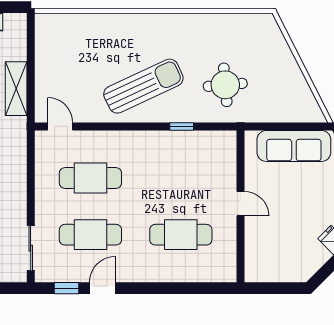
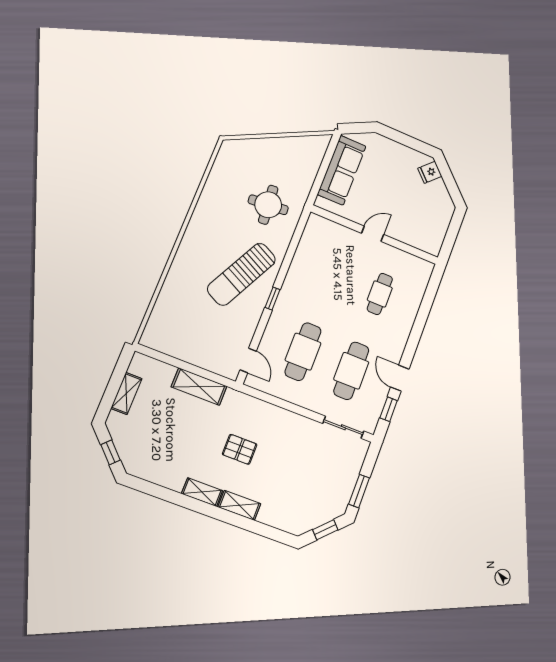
sun lounger: (143, 86) -> (242, 274), turned -128
door: (60, 126) -> (248, 360), swing flipped
window: (182, 126) -> (272, 299), moved
cafe table: (181, 235) -> (380, 294), width x0.73, depth x0.74

